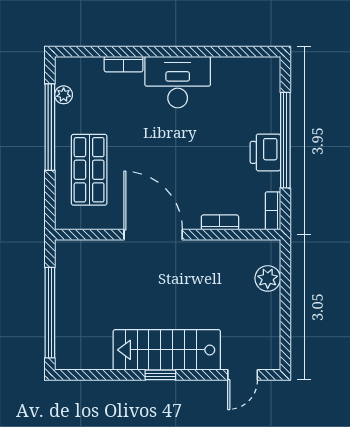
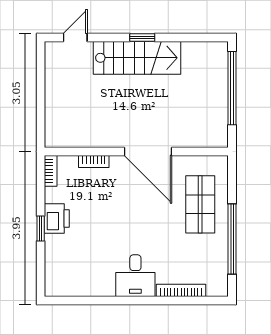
bookcase: (124, 64) -> (181, 290), width x1.56
desk: (178, 82) -> (135, 276), width x0.73
plant: (64, 95) -> (221, 265), removed
window: (285, 140) -> (41, 229), width x0.32
plant: (268, 278) -> (55, 116), removed

